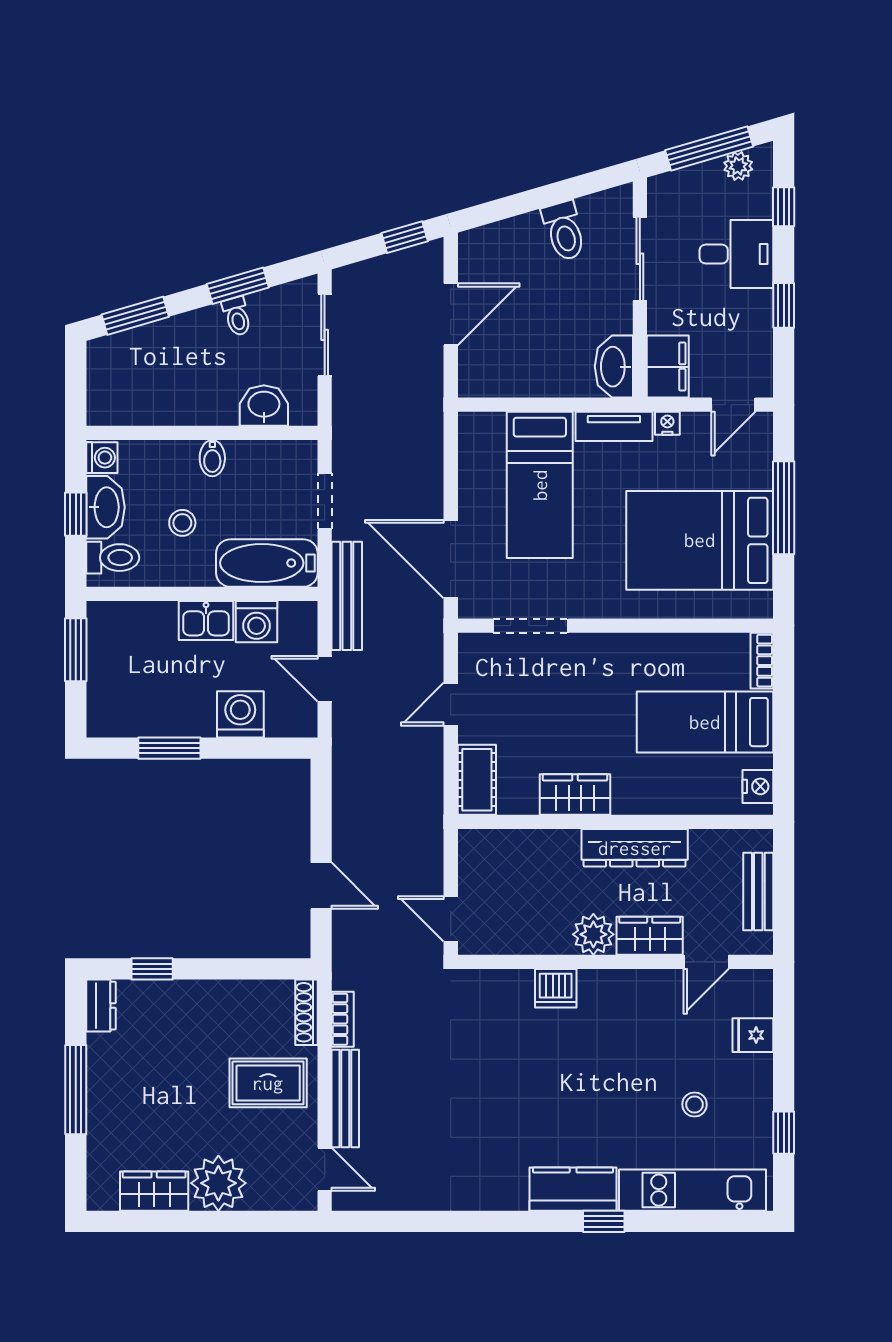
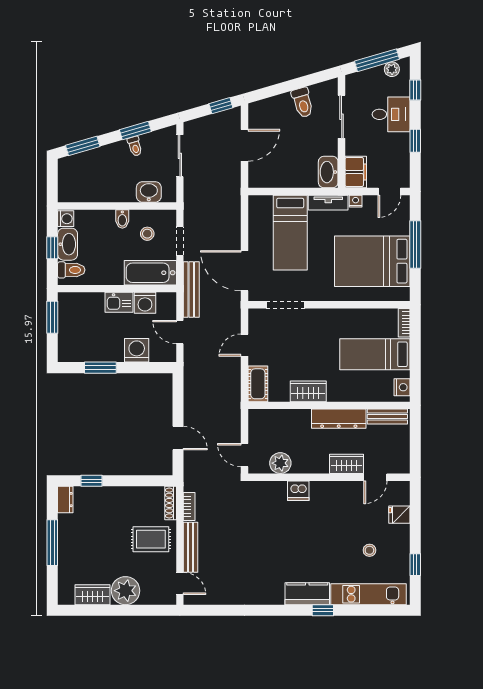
stool: (182, 523) -> (147, 234), moved
bench: (758, 891) -> (387, 417), moved, turned 90
plant: (593, 934) -> (280, 463), moved

